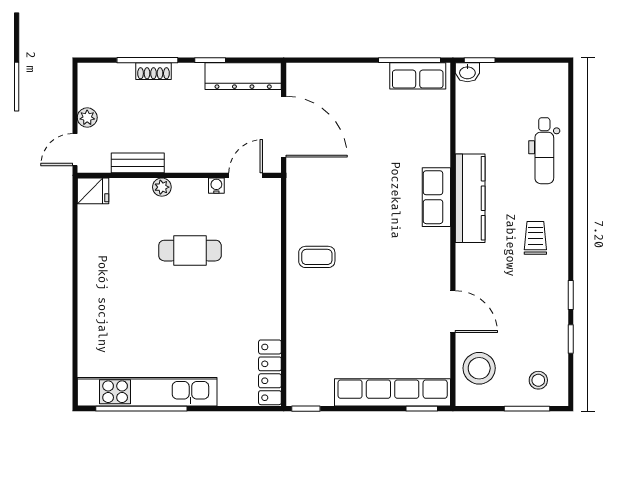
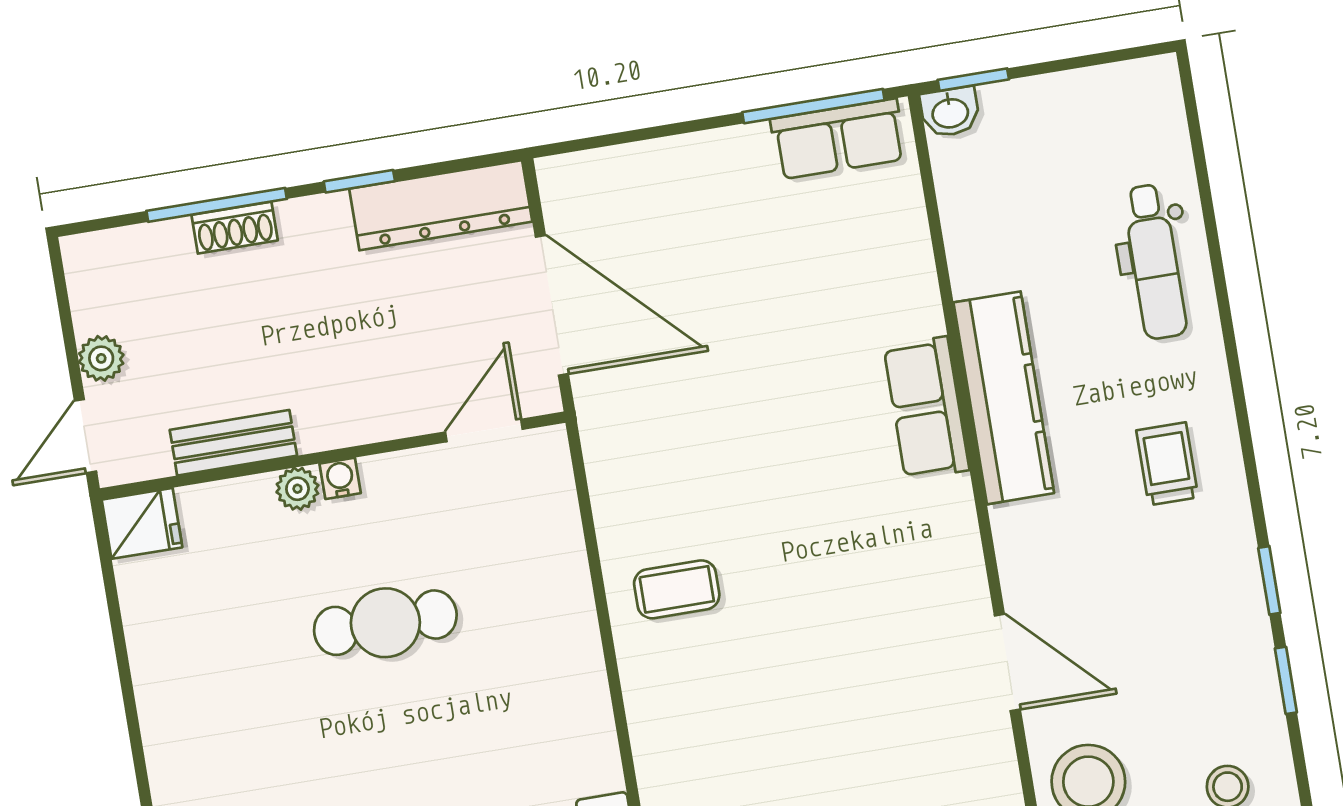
water cooler: (216, 186) -> (340, 478), moved

